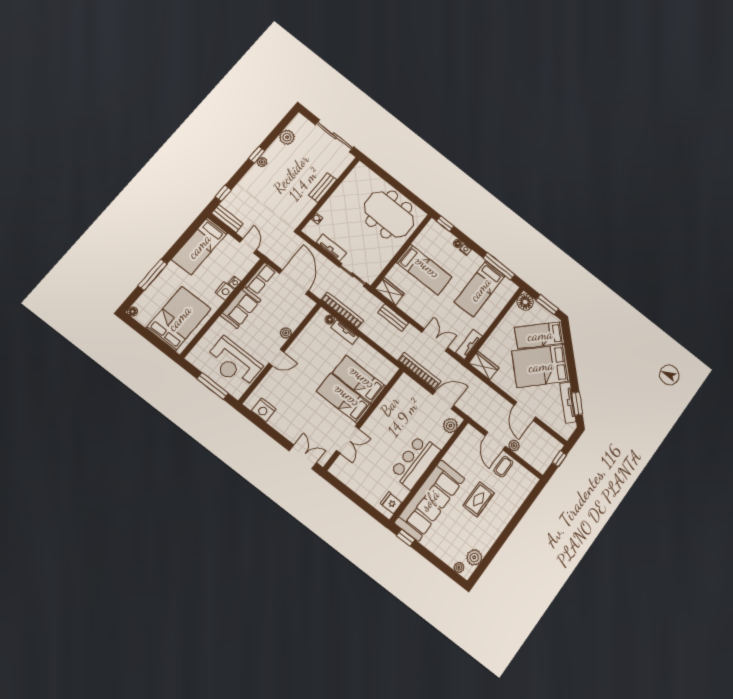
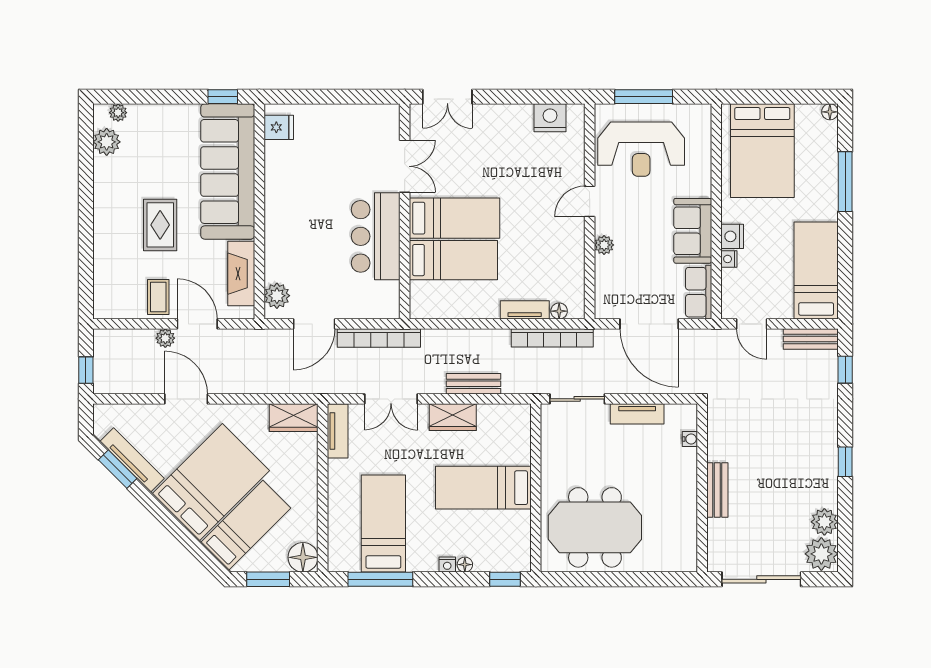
plant: (262, 162) -> (821, 554), moved, width x1.88, depth x1.88
wardrobe: (390, 291) -> (453, 417), moved
reception desk: (234, 363) -> (641, 149), turned 180
double door: (348, 440) -> (405, 166), swing flipped
fireplace: (459, 448) -> (241, 274), added
bar counter: (415, 462) -> (376, 236), moved, turned 180

